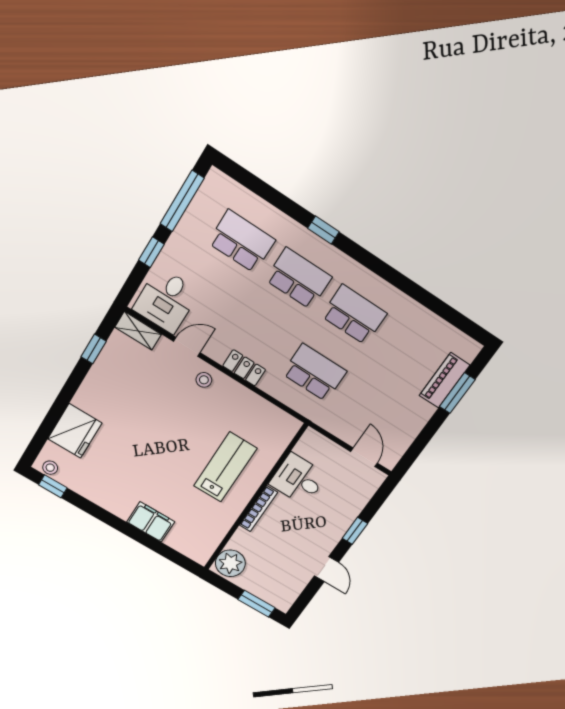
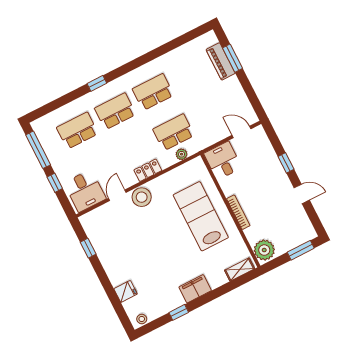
shelving: (138, 331) -> (240, 269), moved
stool: (204, 380) -> (142, 197), width x1.89, depth x1.89
plant: (291, 399) -> (182, 154), added
fridge: (75, 431) -> (126, 291), width x0.53, depth x0.75
lab bench: (225, 467) -> (201, 216), width x1.36, depth x1.39
desk: (298, 479) -> (223, 161), moved, turned 90
window: (53, 486) -> (179, 312), moved
filing cabinet: (151, 522) -> (195, 289), moved

